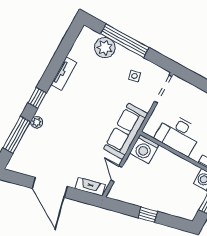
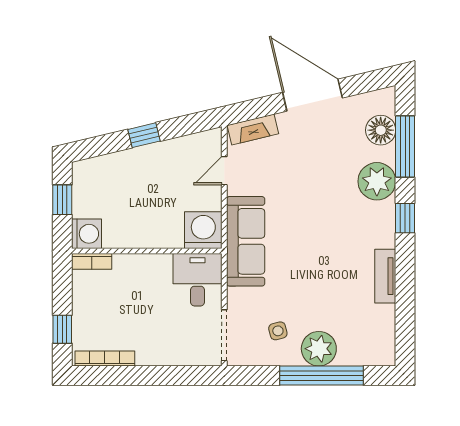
plant: (105, 48) -> (319, 349), moved
plant: (37, 122) -> (377, 181), width x1.87, depth x1.87
desk: (178, 134) -> (198, 280), moved, width x0.73
floor lamp: (25, 150) -> (381, 130), added
door: (117, 174) -> (224, 171), swing flipped

